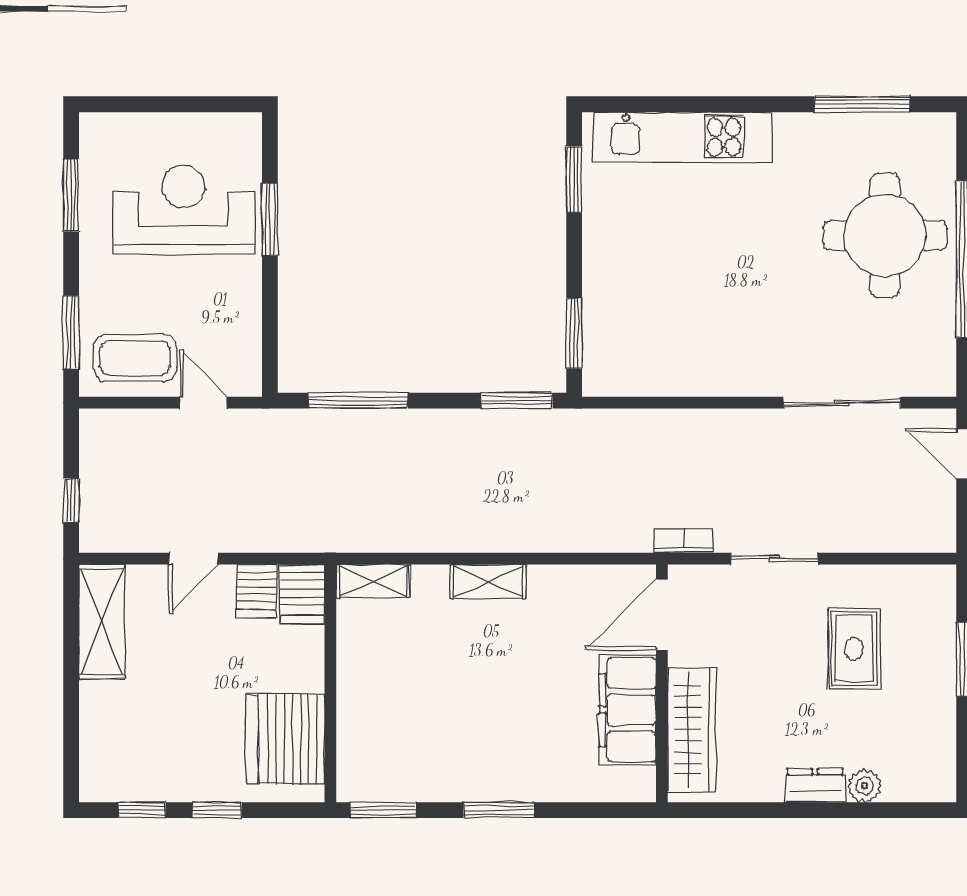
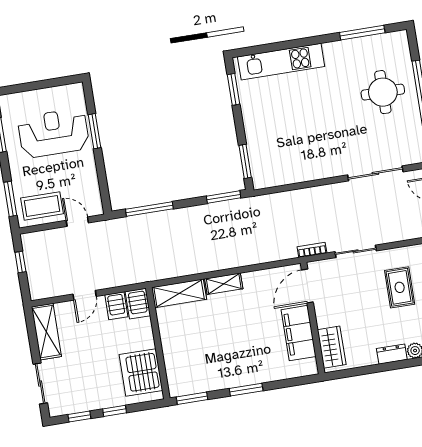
round table: (885, 235) -> (383, 92), width x0.73, depth x0.73
window: (71, 500) -> (20, 262), moved
shelving: (373, 581) -> (179, 293), width x1.50, depth x1.33
sliding door: (71, 728) -> (40, 383), added
wardrobe: (692, 730) -> (332, 347), width x0.67

